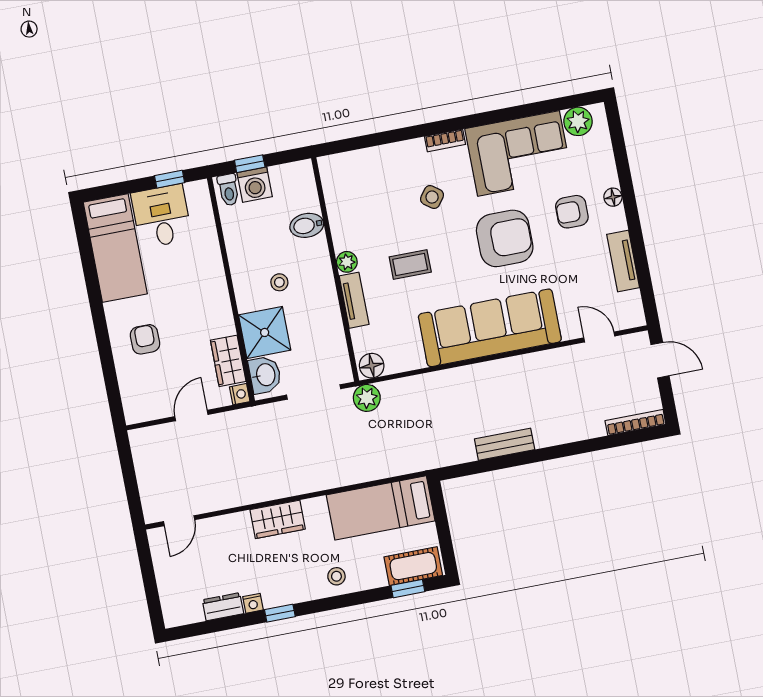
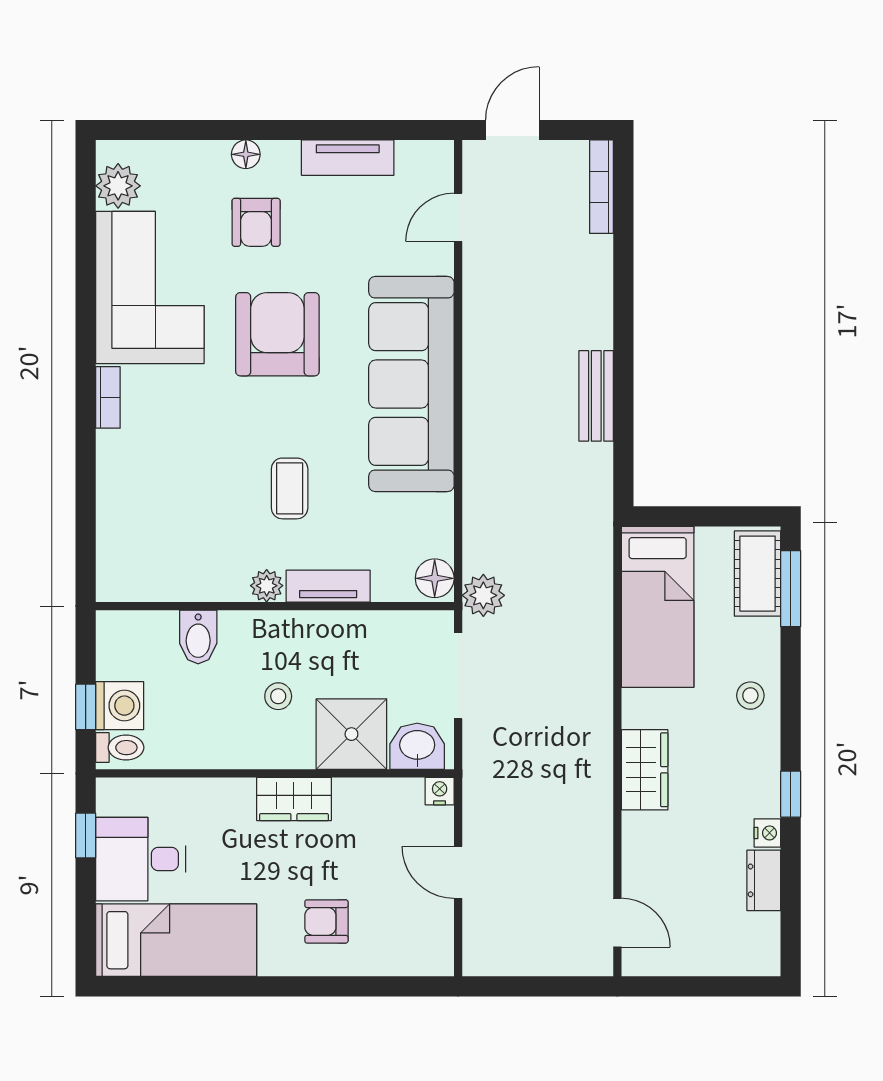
side table: (432, 197) -> (192, 434), removed
wardrobe: (228, 361) -> (294, 799), moved
window: (408, 589) -> (791, 589), width x1.50

